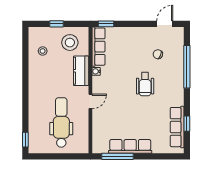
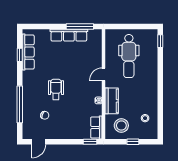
row of seats: (99, 47) -> (96, 128), width x0.68

